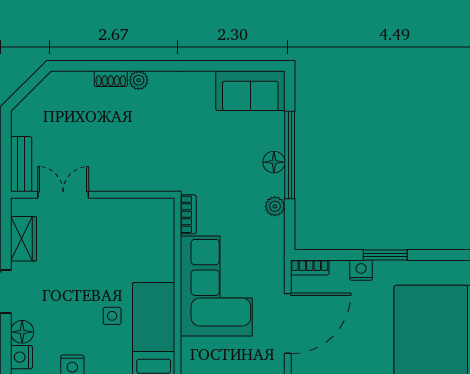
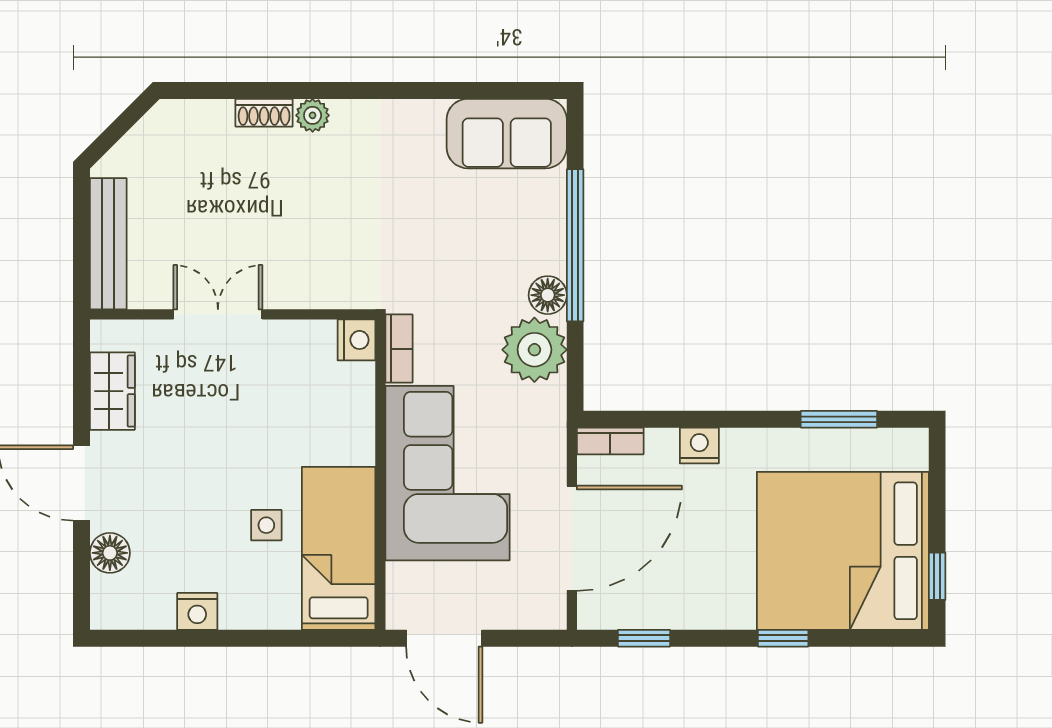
floor lamp: (274, 162) -> (548, 295), moved
bench: (21, 164) -> (108, 244), width x1.36
double door: (63, 195) -> (218, 314), moved
plant: (275, 206) -> (534, 350), width x1.88, depth x1.88
window: (385, 255) -> (839, 419), moved
nightstand: (21, 357) -> (356, 340), moved, turned 180

